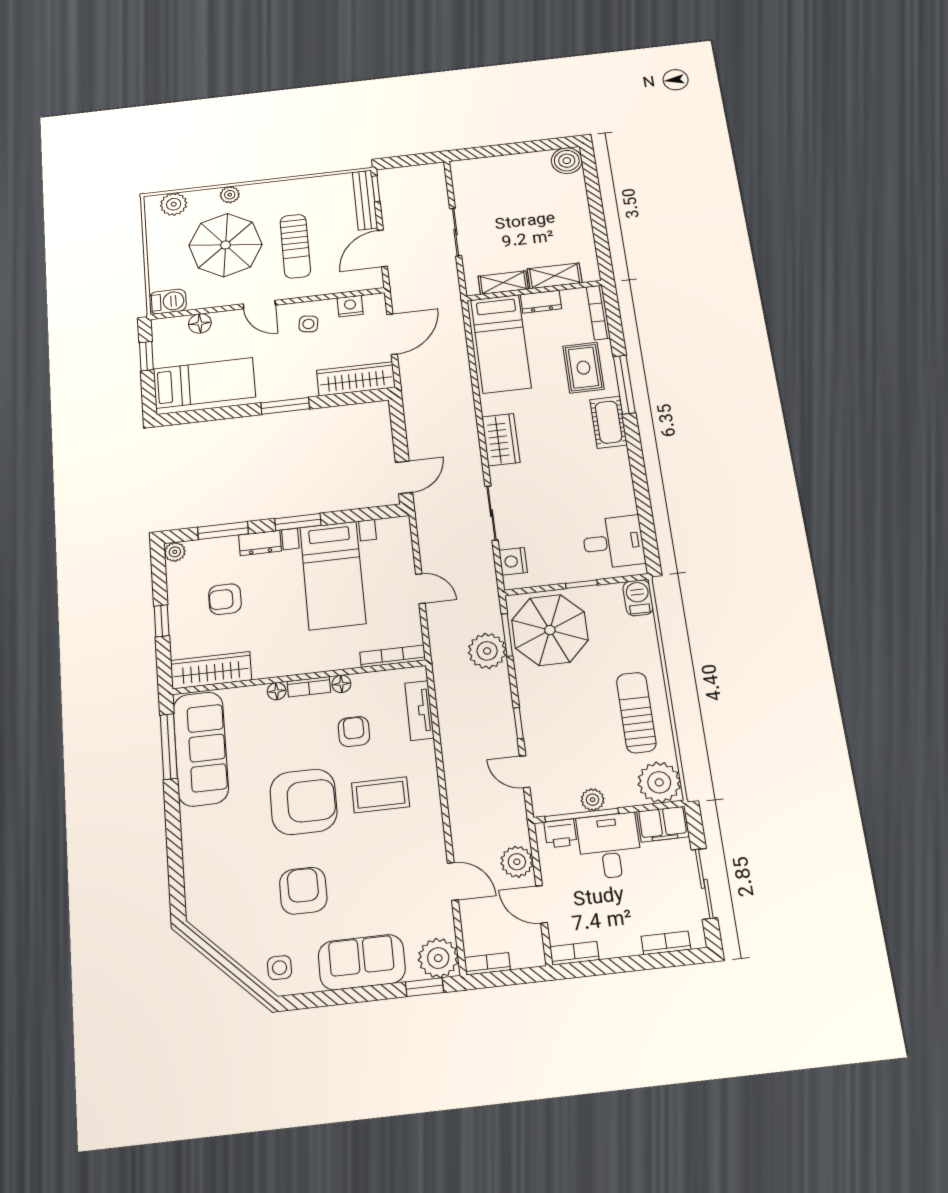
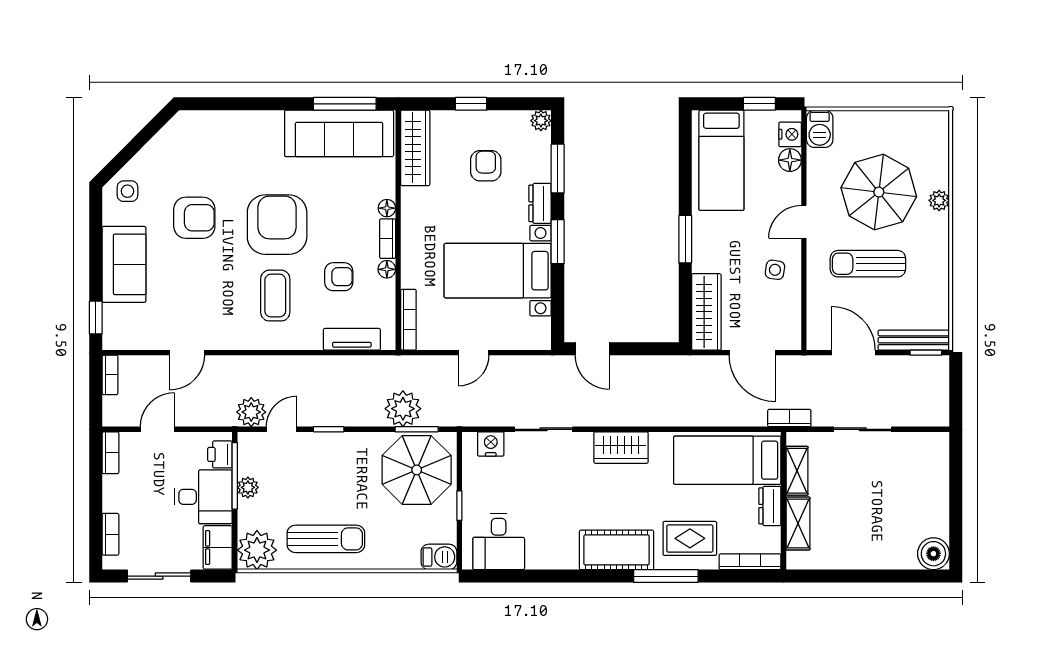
plant: (174, 204) -> (935, 141), removed
bookcase: (452, 295) -> (789, 418), added
nightstand: (350, 306) -> (790, 134), moved
cot: (609, 422) -> (617, 550), width x1.37, depth x1.34
armchair: (303, 802) -> (277, 225), turned 180
plant: (517, 862) -> (251, 412), moved
plant: (438, 958) -> (120, 332), removed

